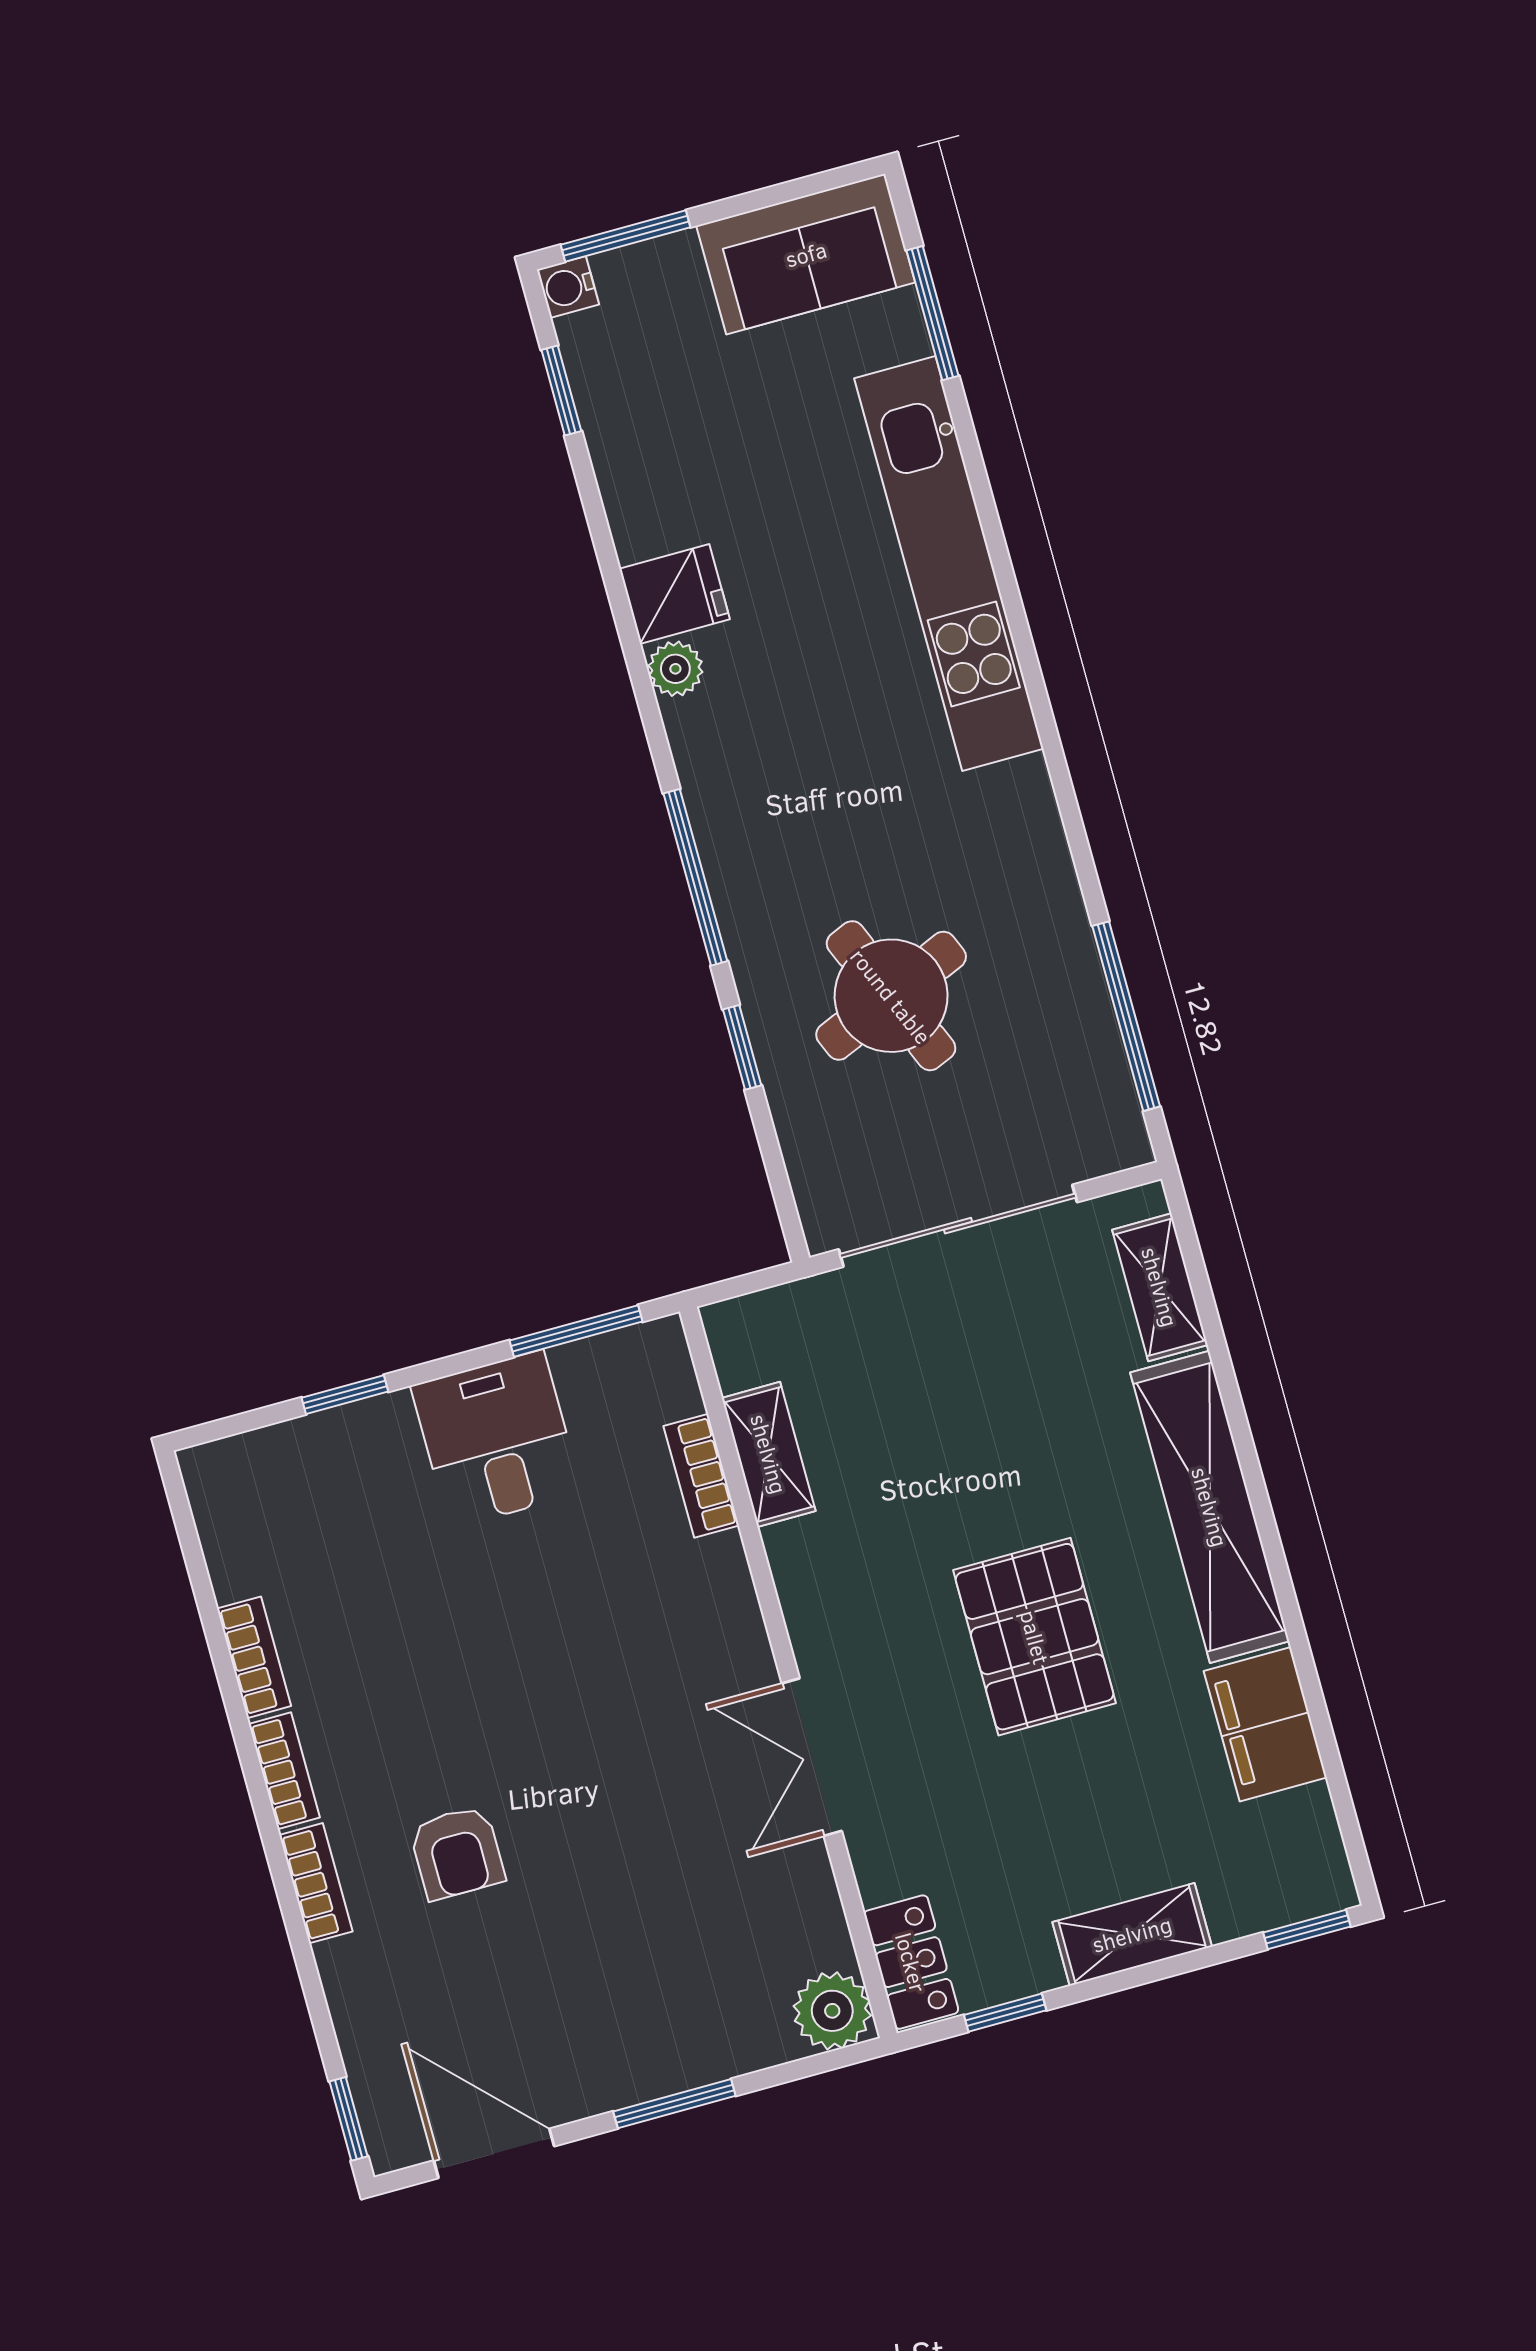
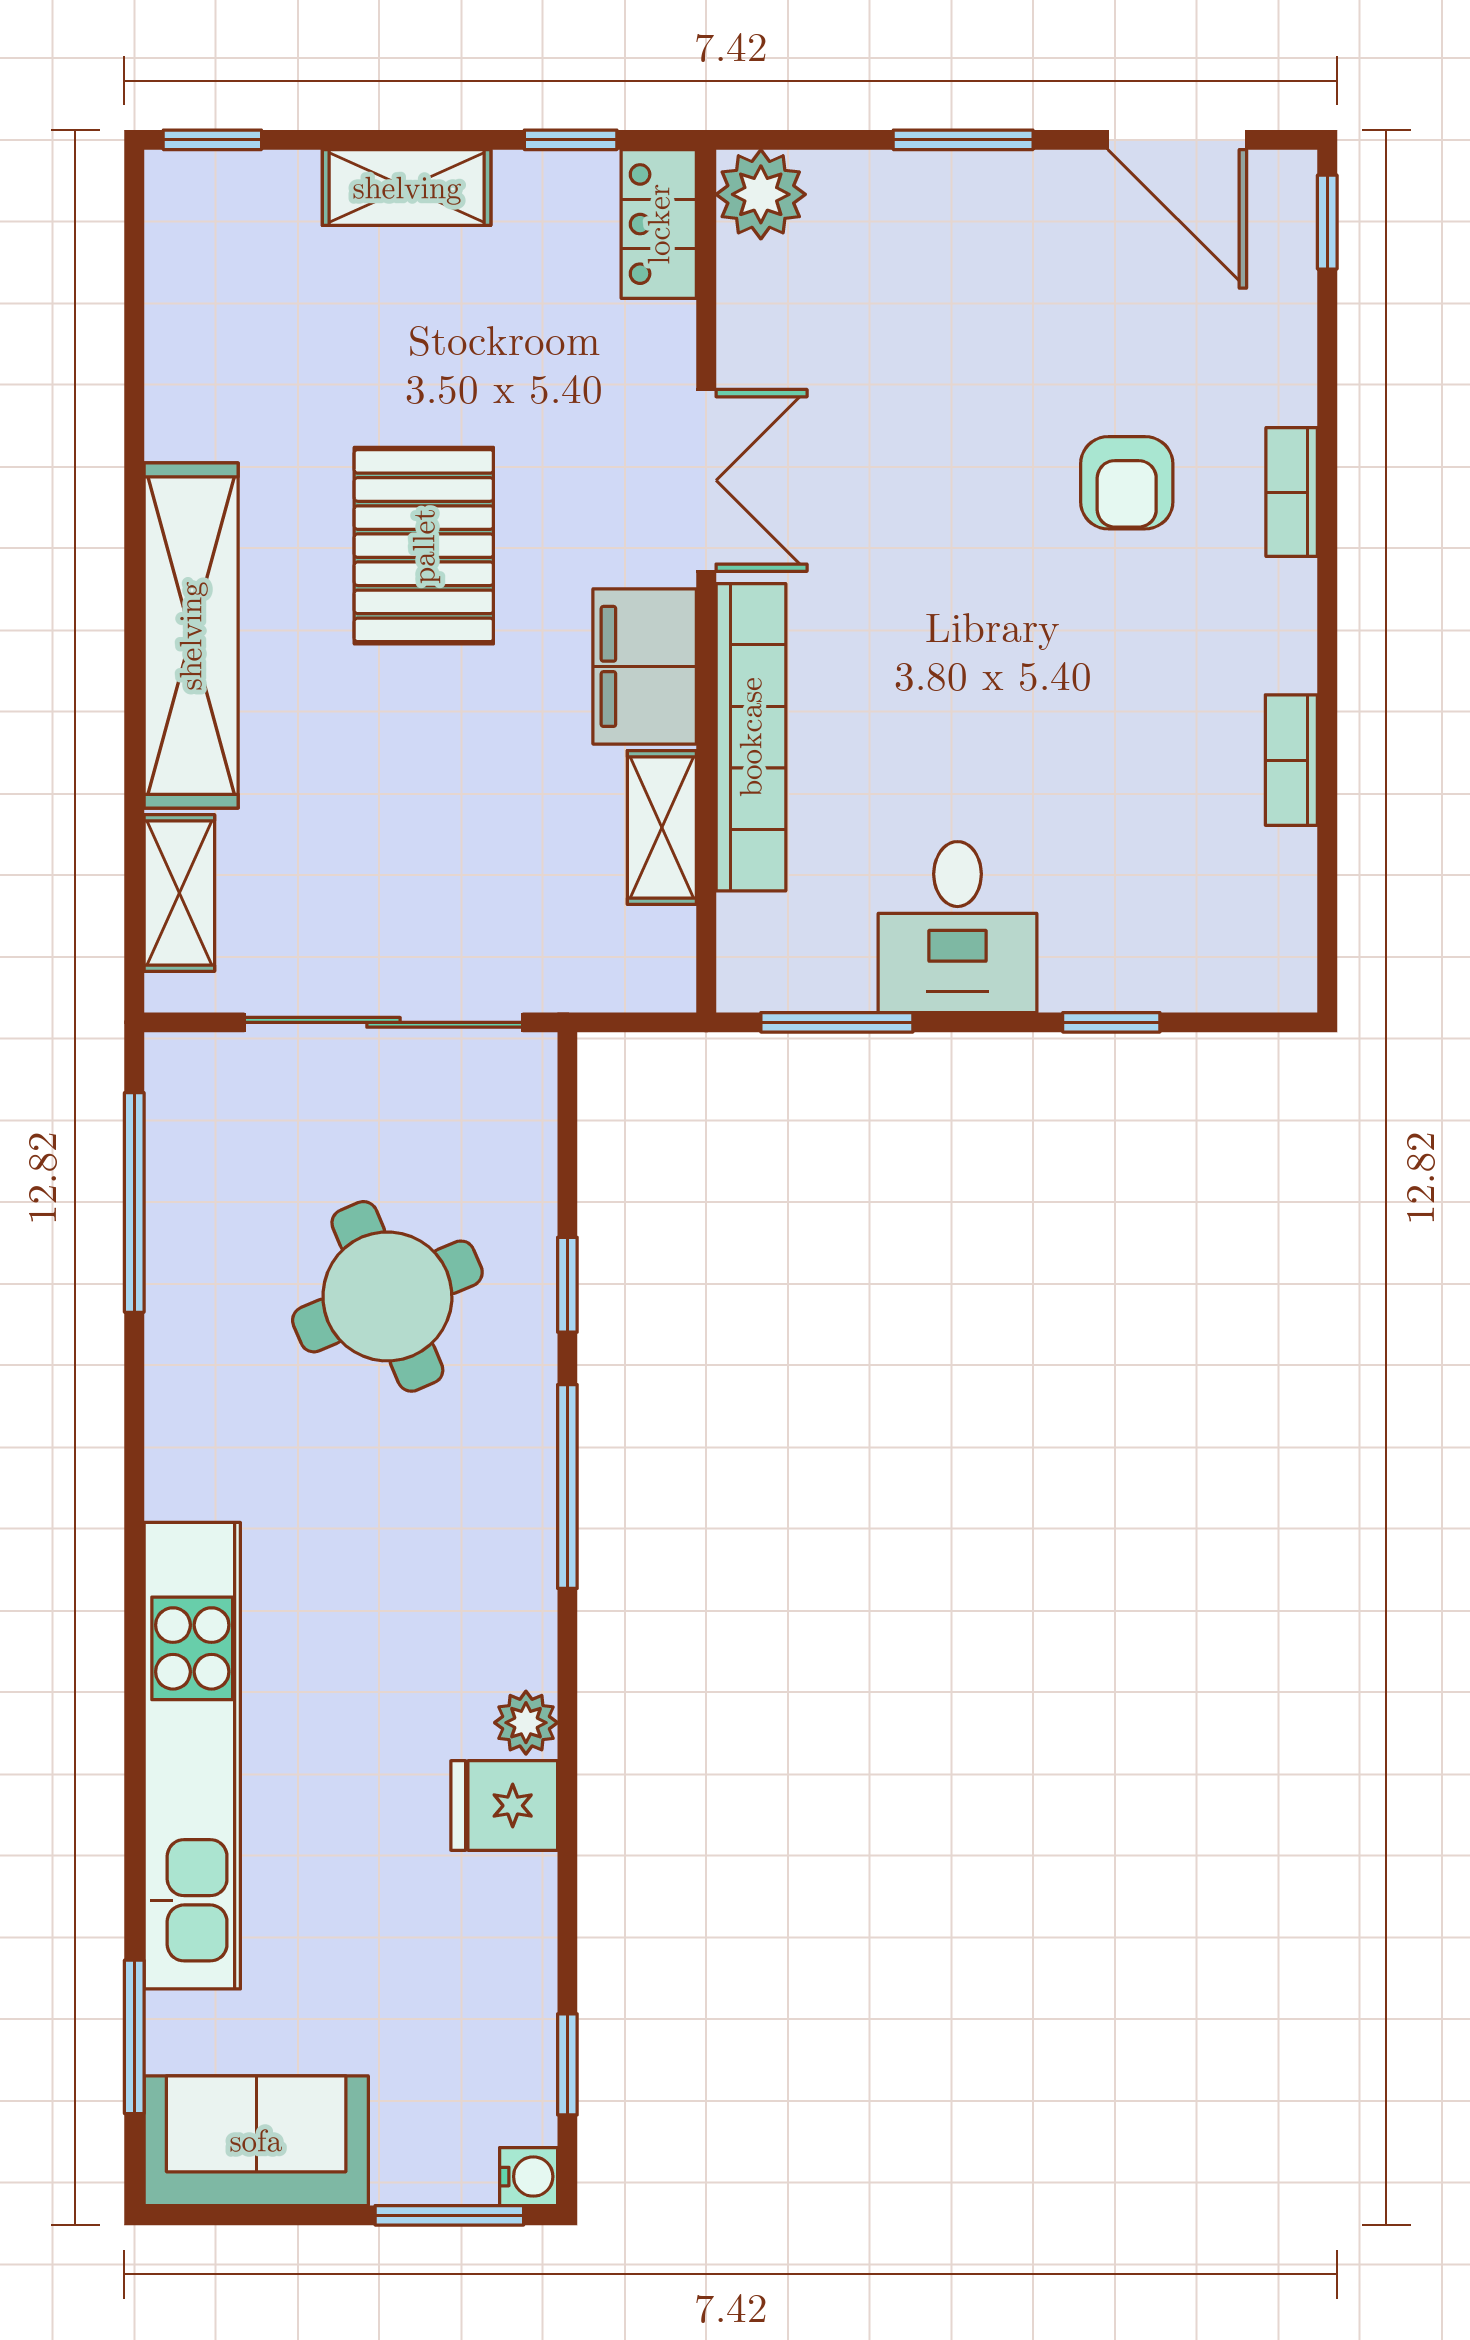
bookcase: (701, 1476) -> (751, 737), width x2.31, depth x1.31
filing cabinet: (1265, 1724) -> (645, 666), moved, turned 180
bookcase: (284, 1771) -> (1292, 626), removed
armchair: (457, 1853) -> (1127, 483), turned 180

